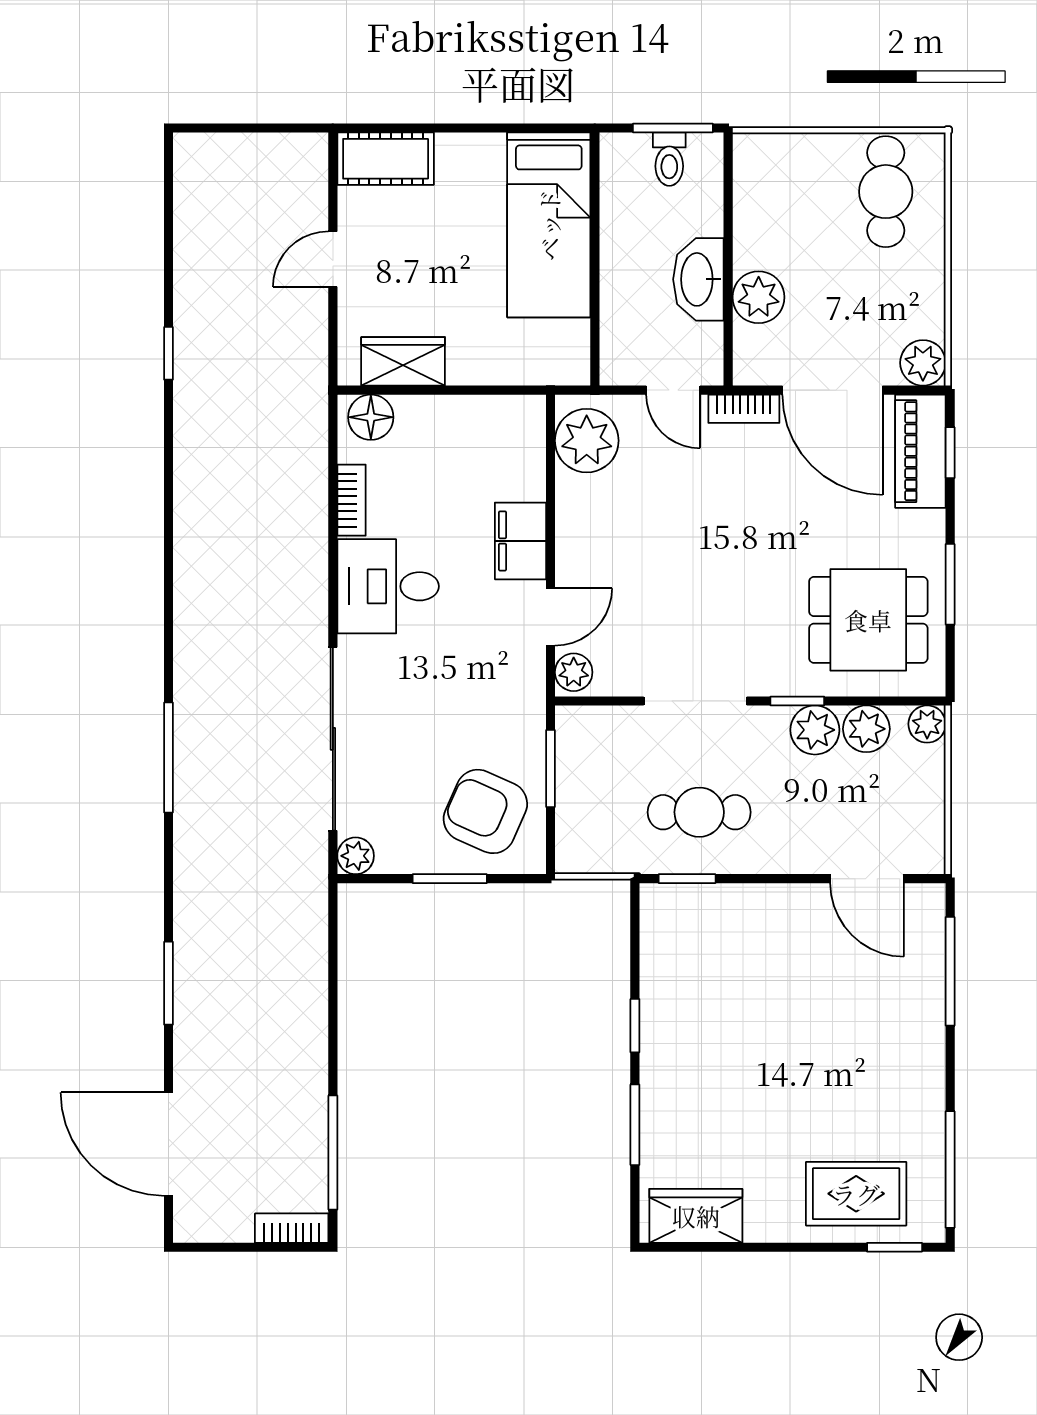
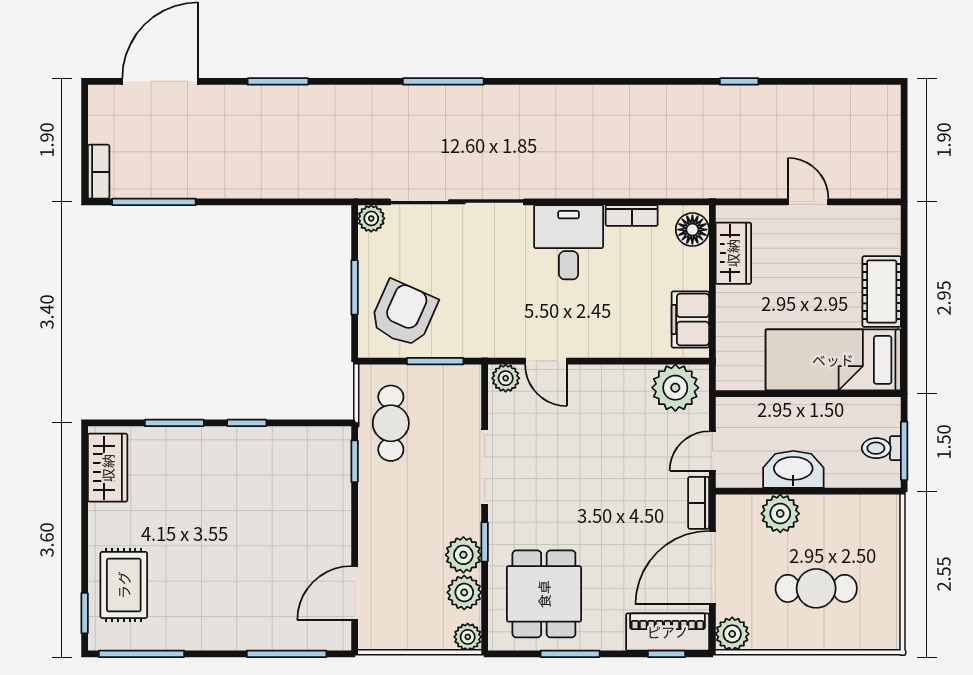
cot: (386, 159) -> (882, 292), moved
cafe table: (886, 192) -> (816, 588), moved
filing cabinet: (520, 541) -> (690, 319), moved, turned -90
cafe table: (699, 812) -> (391, 423), moved

